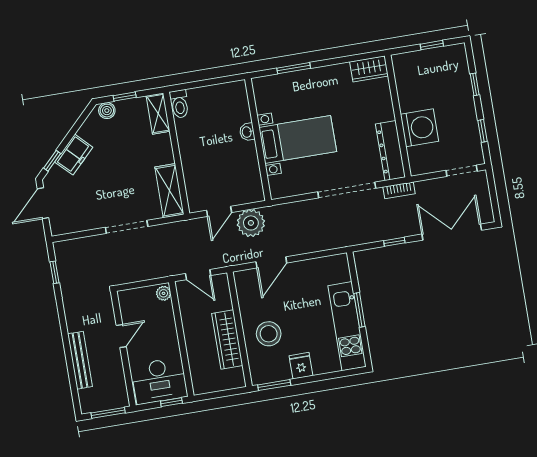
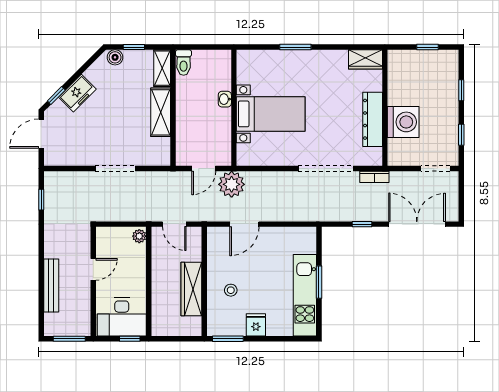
washbasin: (247, 132) -> (225, 99), moved
wall: (258, 139) -> (234, 108), moved
bed with nightstands: (298, 139) -> (271, 114), moved
dresser: (390, 151) -> (373, 119), moved
shelving: (169, 191) -> (161, 112), moved
stool: (269, 334) -> (231, 290), width x0.53, depth x0.53

